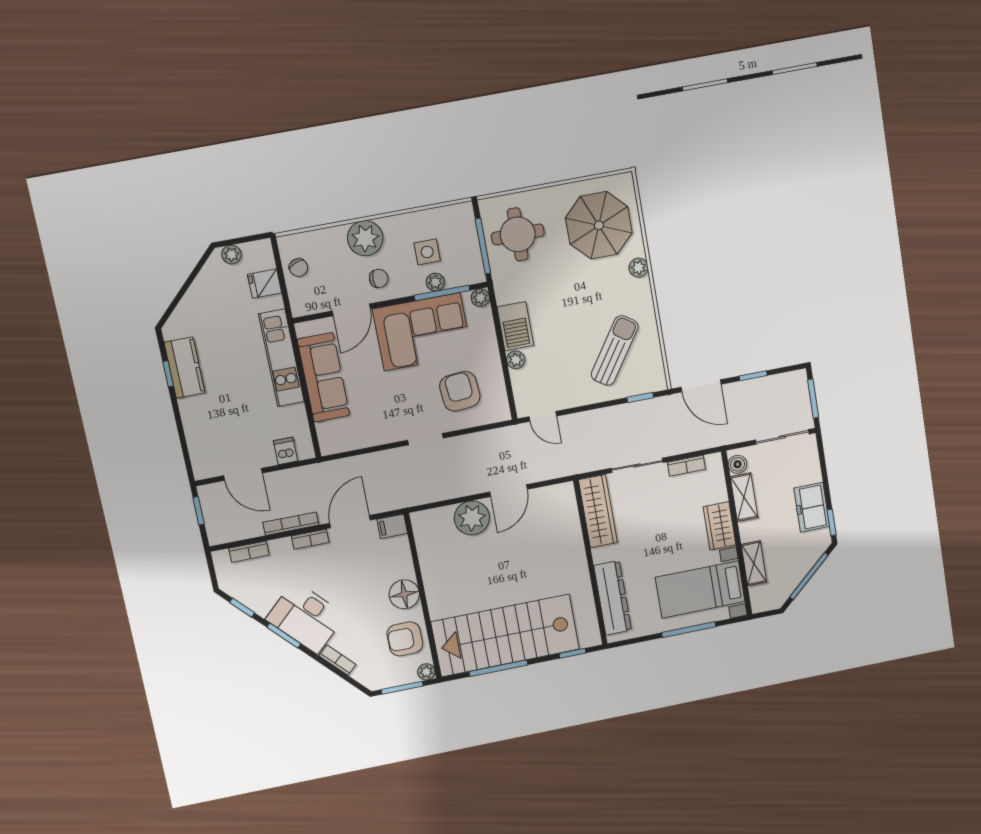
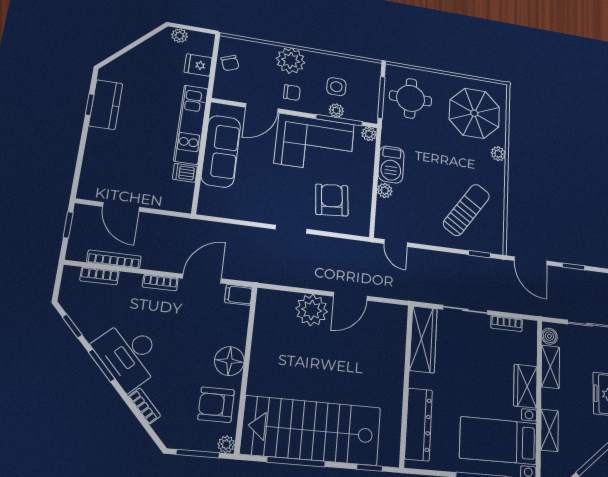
dishwasher: (285, 451) -> (185, 173), moved, turned -90
bookcase: (291, 524) -> (114, 259), moved

